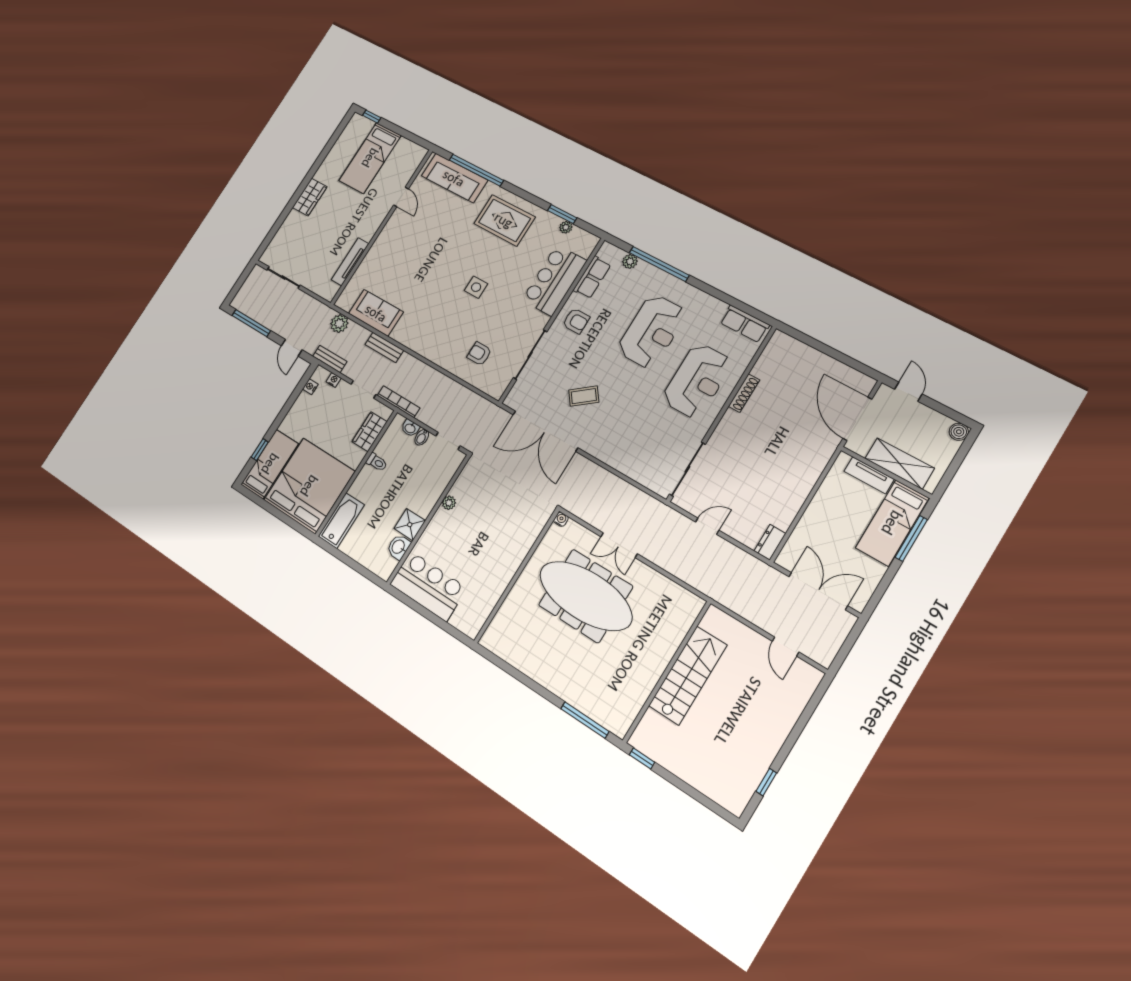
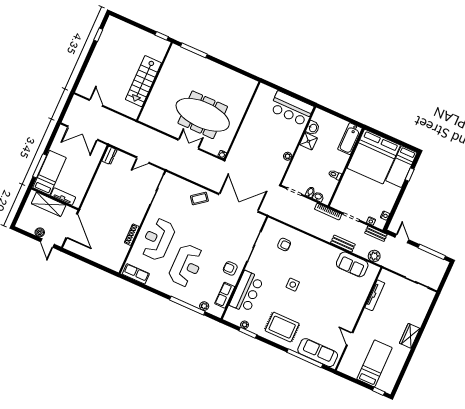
reception desk: (652, 331) -> (186, 266), turned 180
coffee table: (584, 396) -> (199, 199), moved
wardrobe: (370, 432) -> (343, 192), removed
boiler: (959, 432) -> (40, 232), moved

